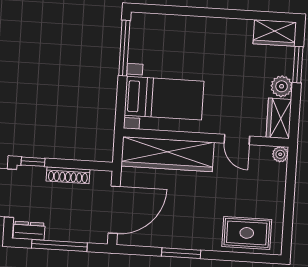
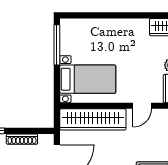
door: (237, 140) -> (142, 106), hinge flipped

